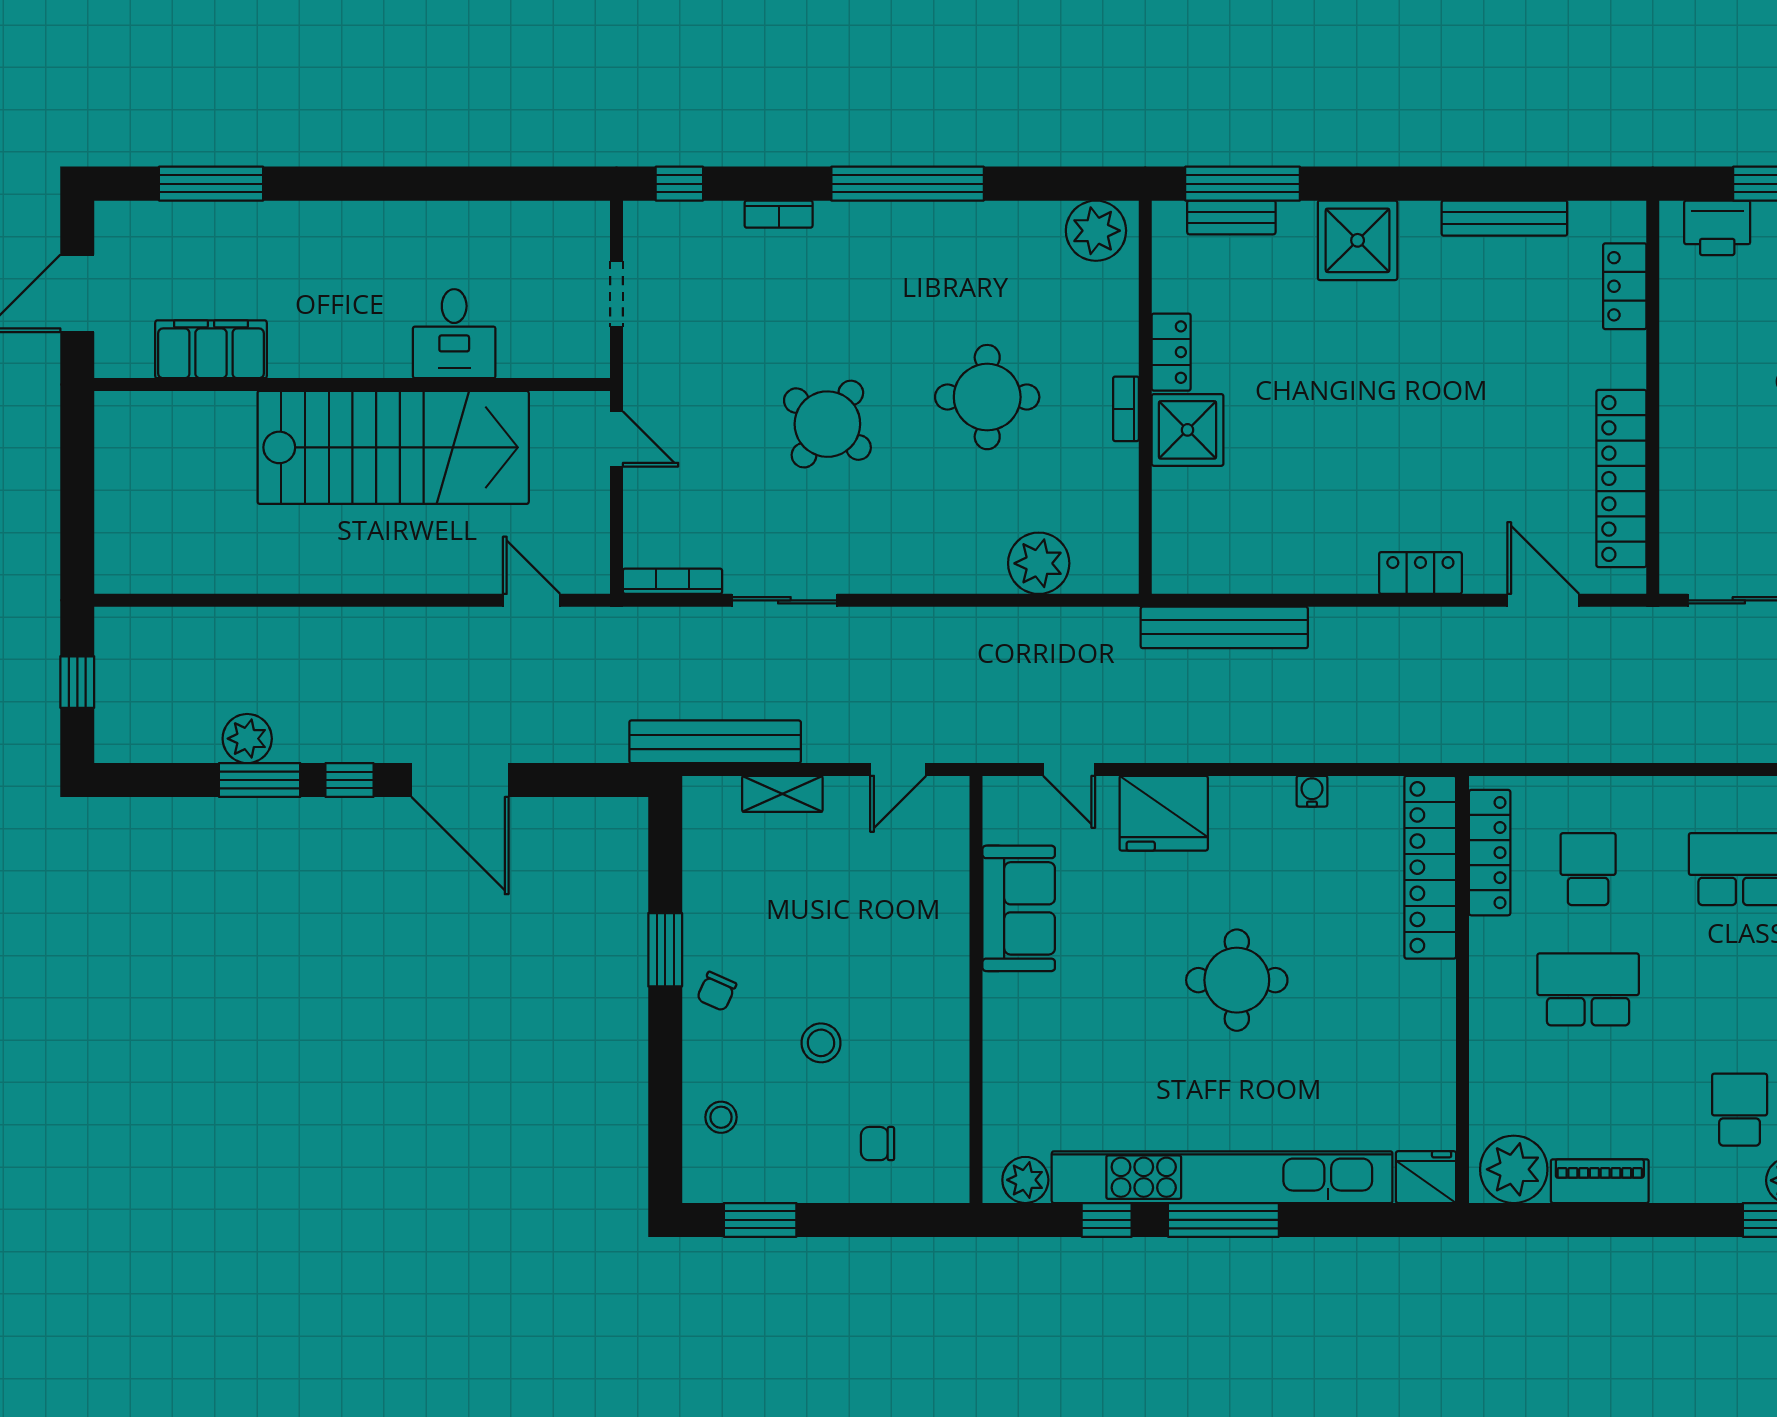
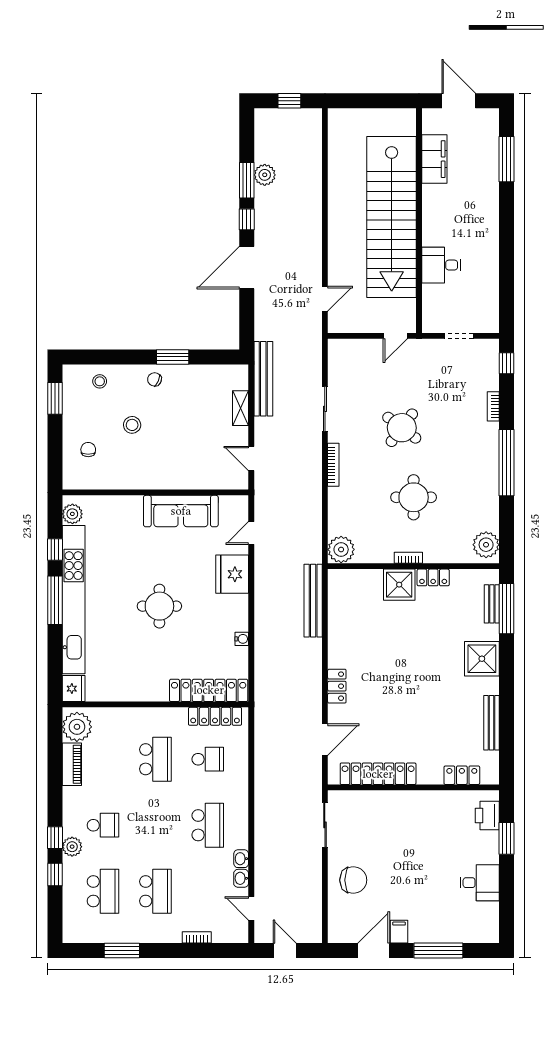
stairs: (393, 447) -> (392, 217), width x1.36
plant: (1039, 563) -> (341, 549), moved
bookcase: (673, 581) -> (333, 465), moved
sofa: (1019, 908) -> (181, 511), width x1.36

